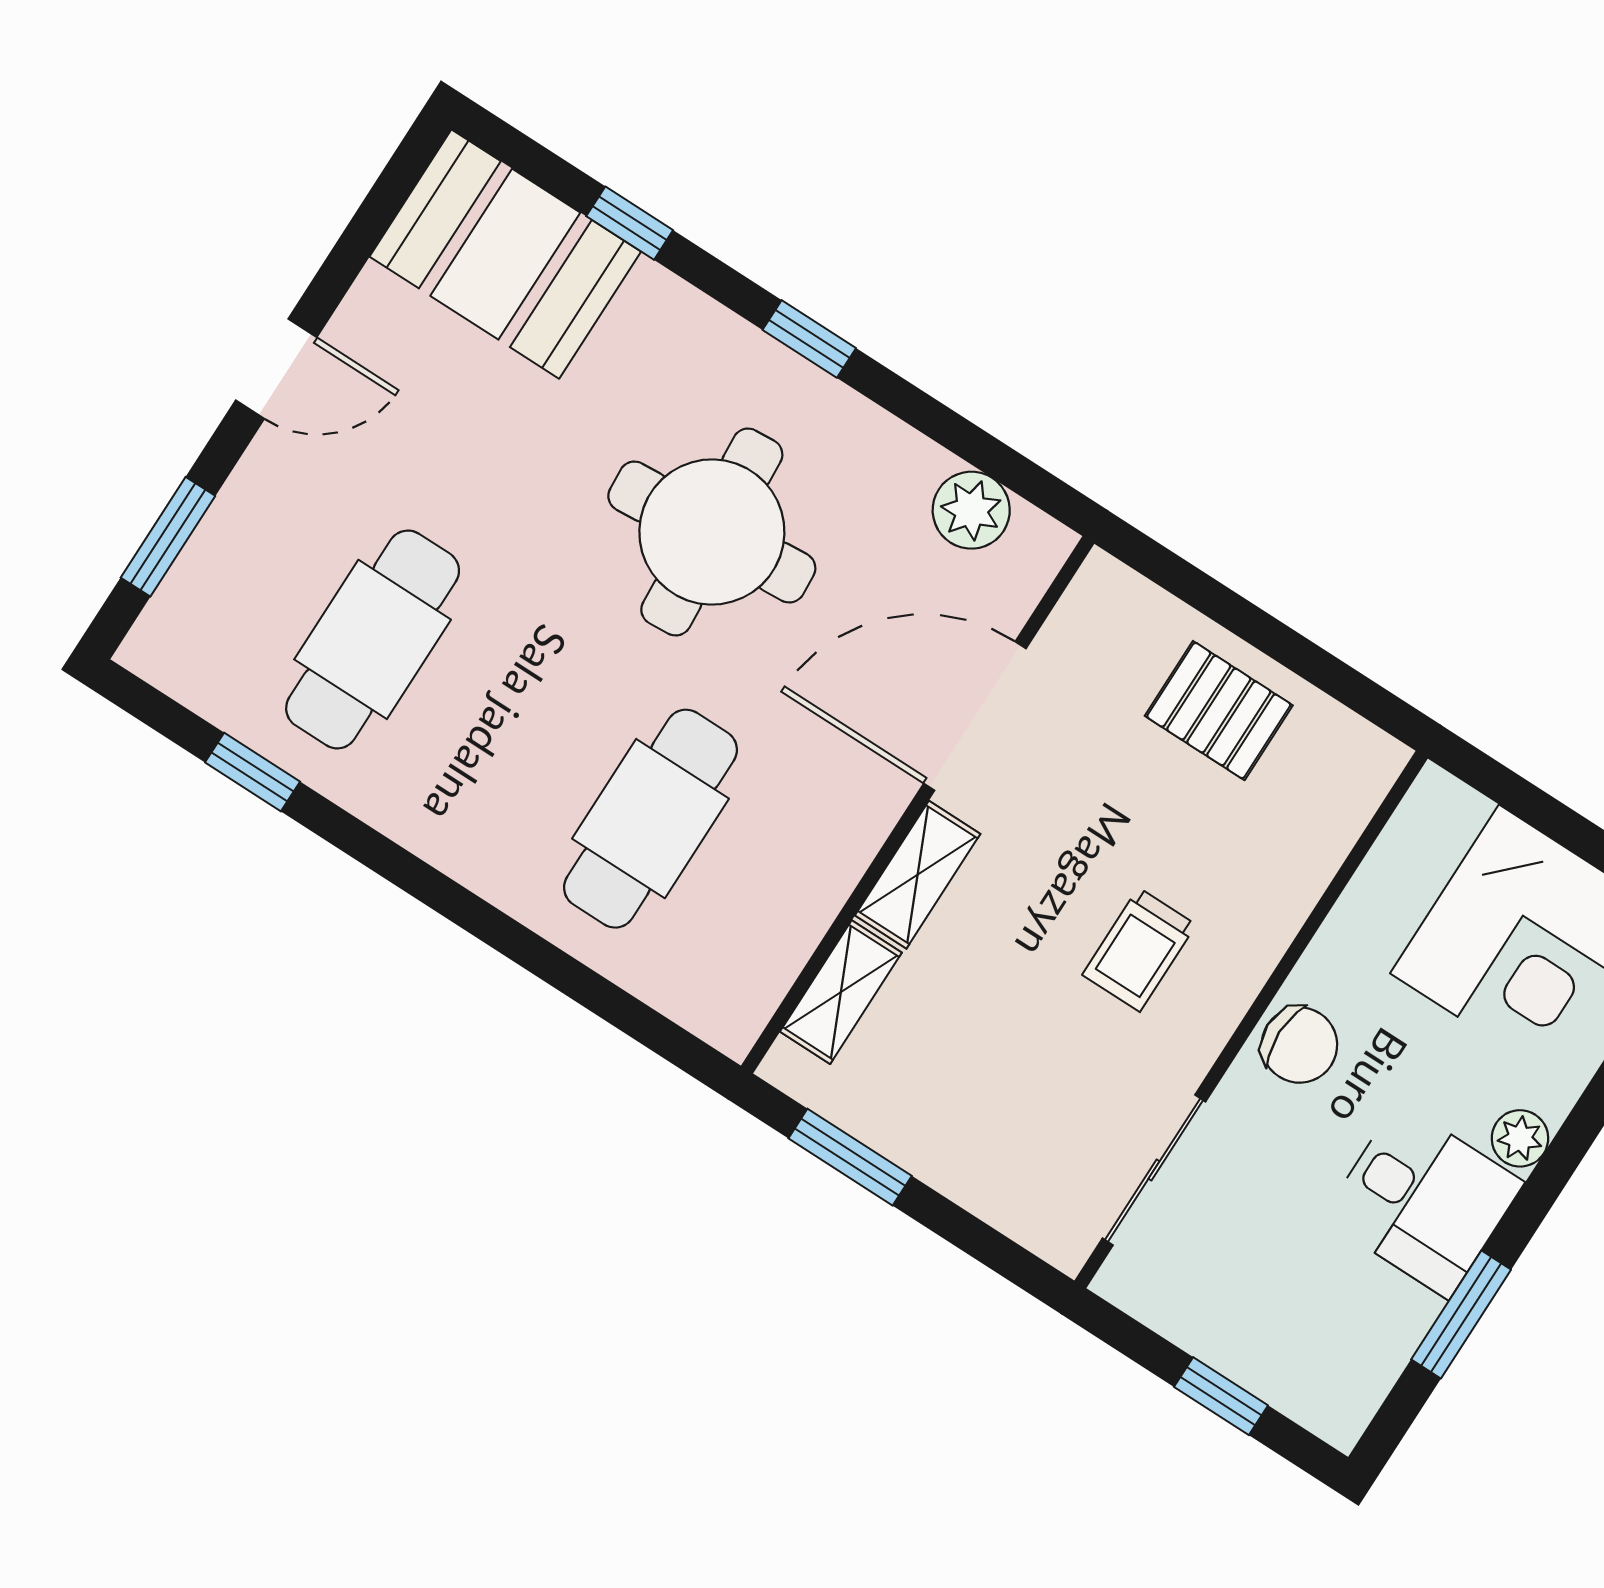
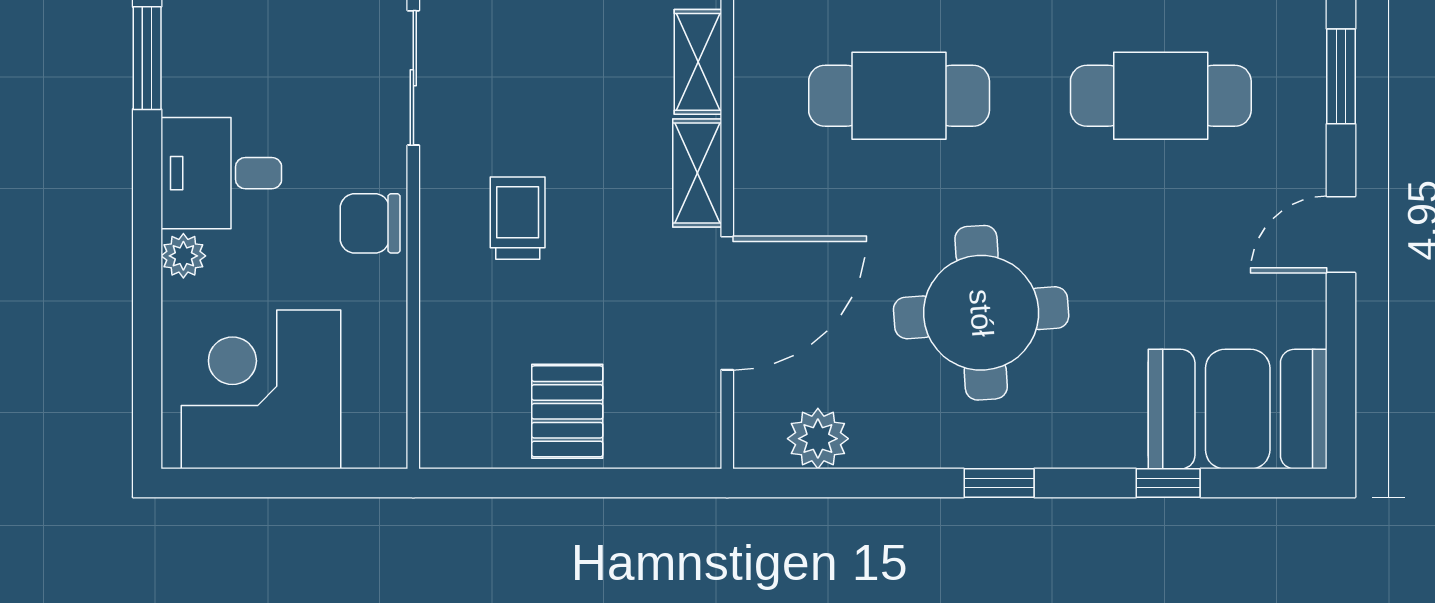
cafe table: (373, 639) -> (1161, 96), turned 90
pallet: (1219, 711) -> (567, 411), turned 90
cafe table: (651, 819) -> (899, 96), turned 90
window: (1461, 1315) -> (147, 58), moved

